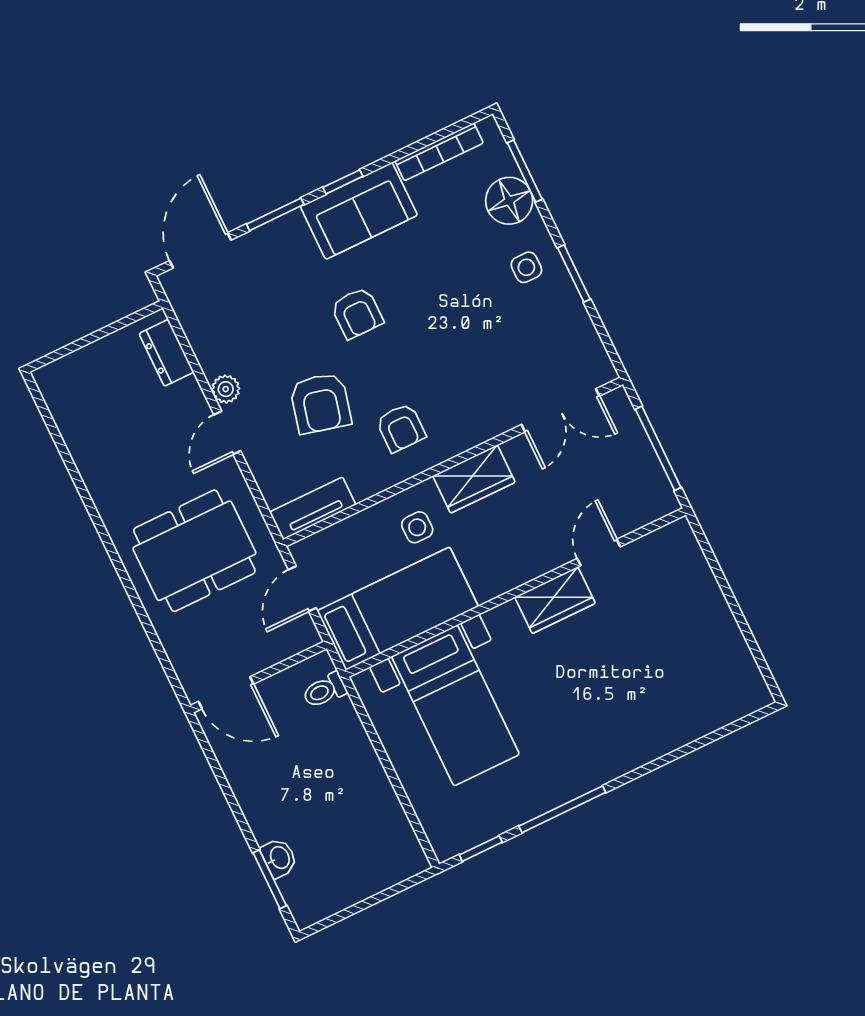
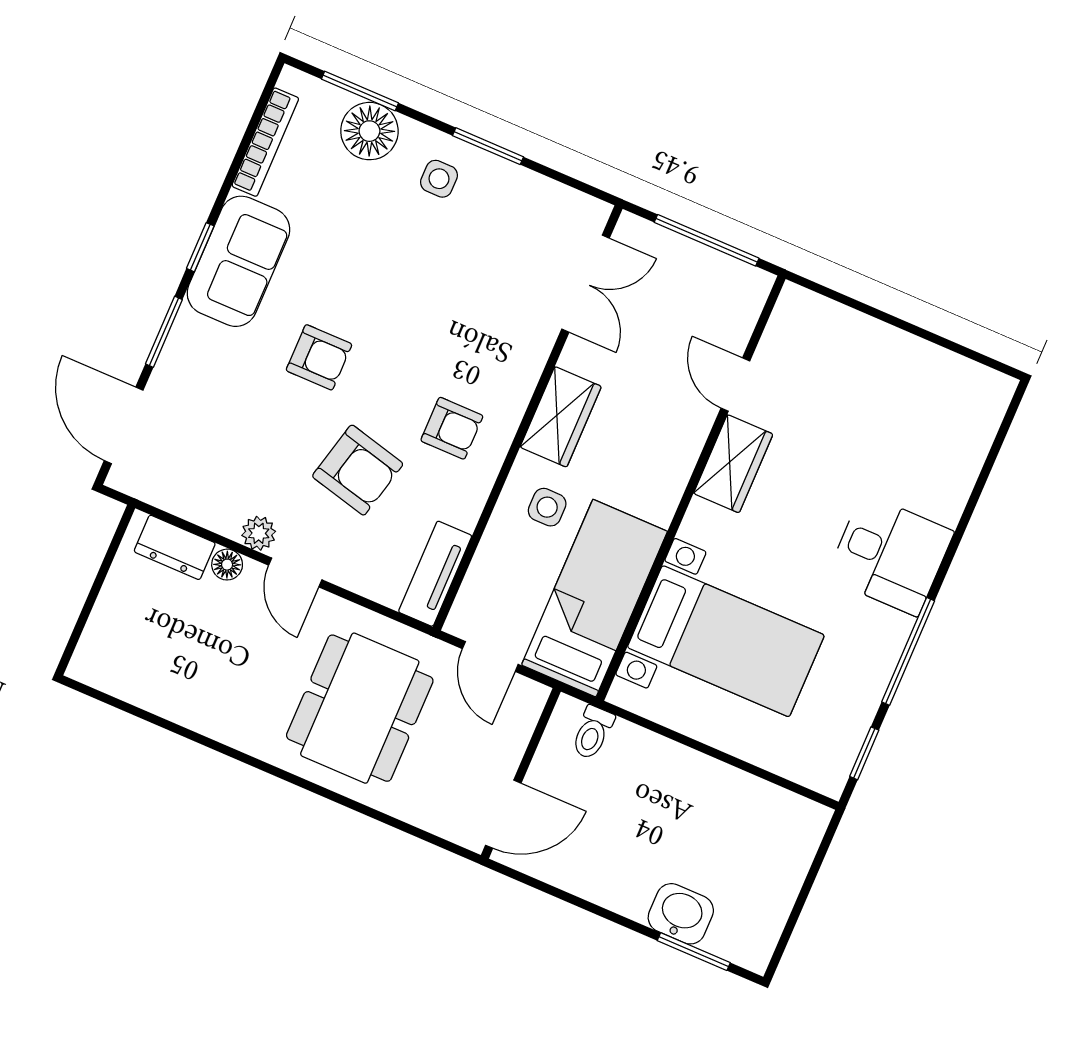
floor lamp: (190, 391) -> (227, 565), added
desk: (603, 740) -> (890, 555), added
washbasin: (279, 858) -> (681, 914), width x1.38, depth x1.45

